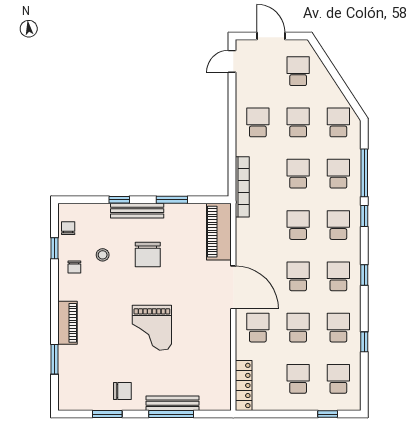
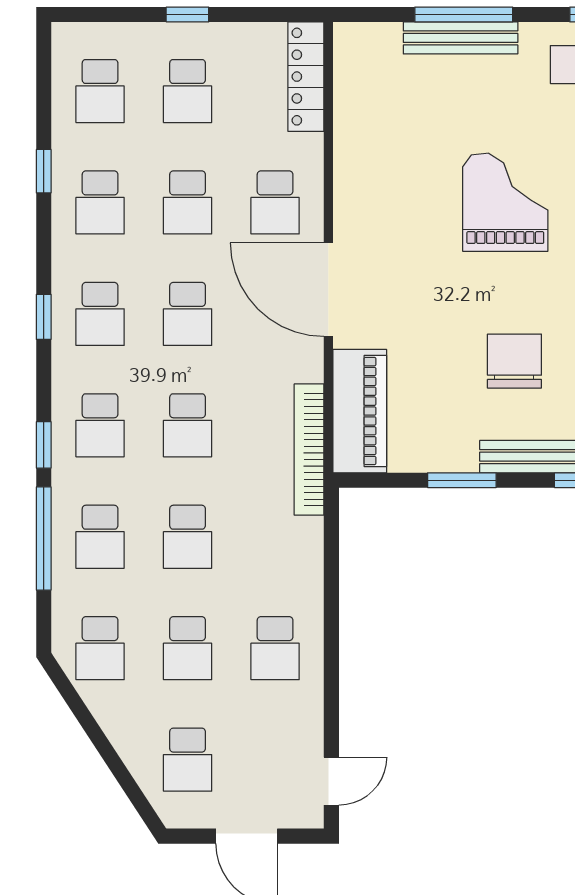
bookcase: (242, 187) -> (309, 450), moved
window: (328, 414) -> (187, 14), moved

